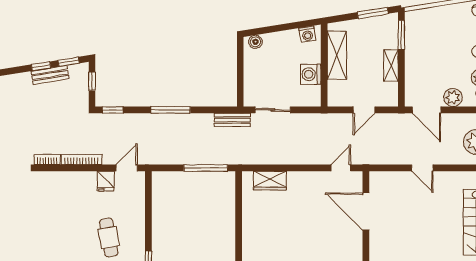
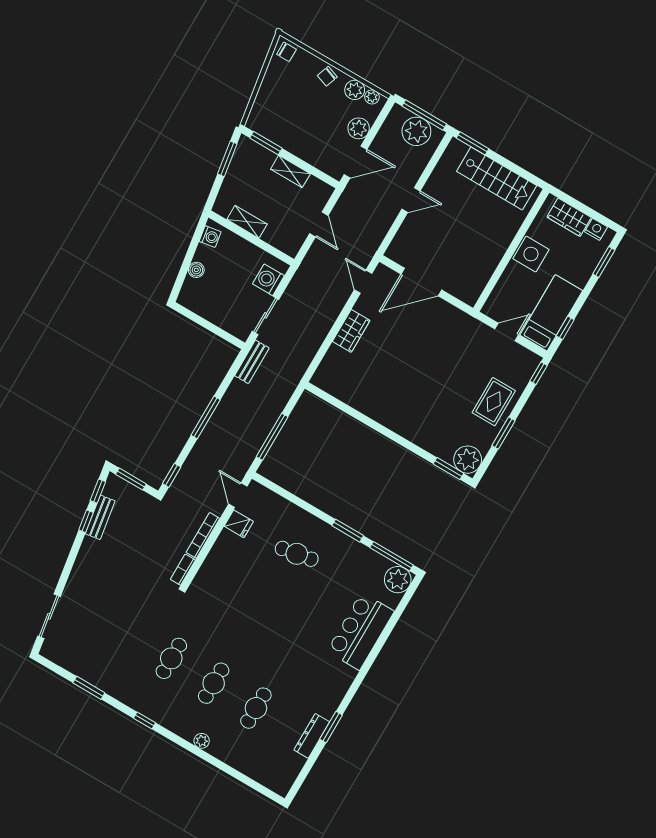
boiler: (255, 42) -> (196, 270), moved
shelving: (337, 55) -> (247, 222), width x0.67, depth x0.75
washing machine: (311, 74) -> (268, 280), moved, turned 90
window: (92, 81) -> (131, 479), width x1.50
window: (206, 168) -> (272, 437), moved
wardrobe: (270, 181) -> (351, 331), moved

